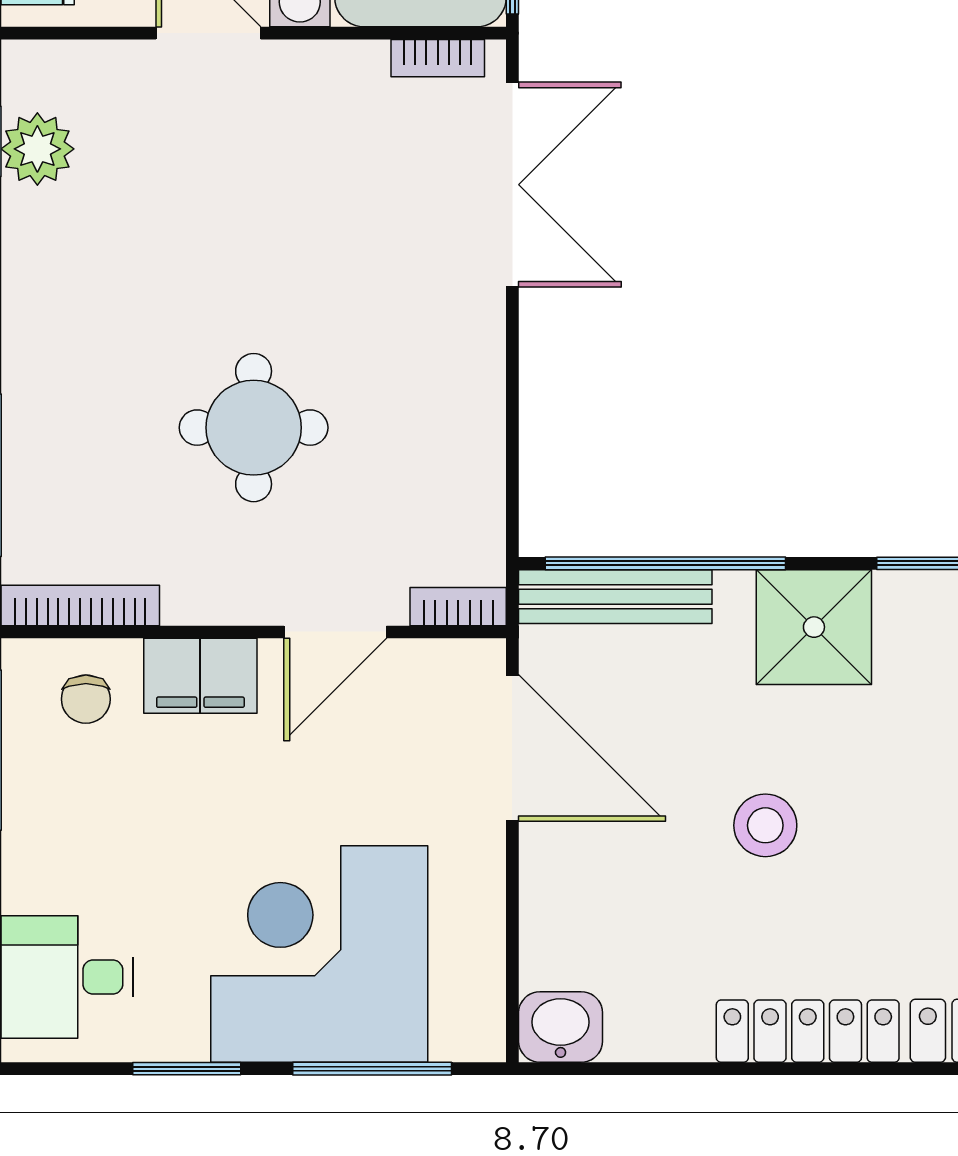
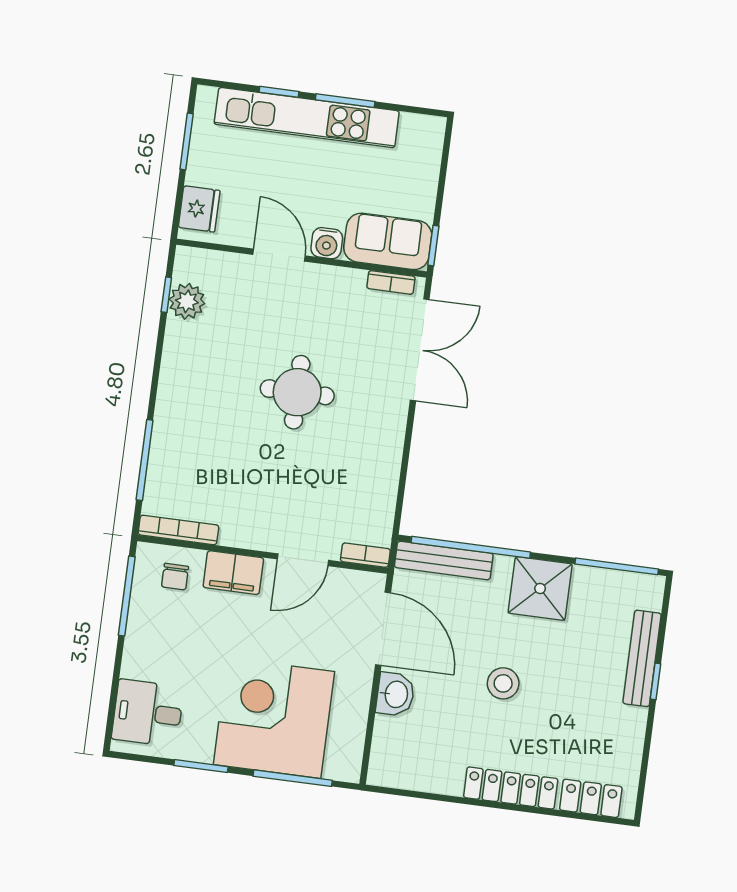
round table: (254, 428) -> (297, 392), moved
washbasin: (561, 1027) -> (395, 694), moved, turned 90

